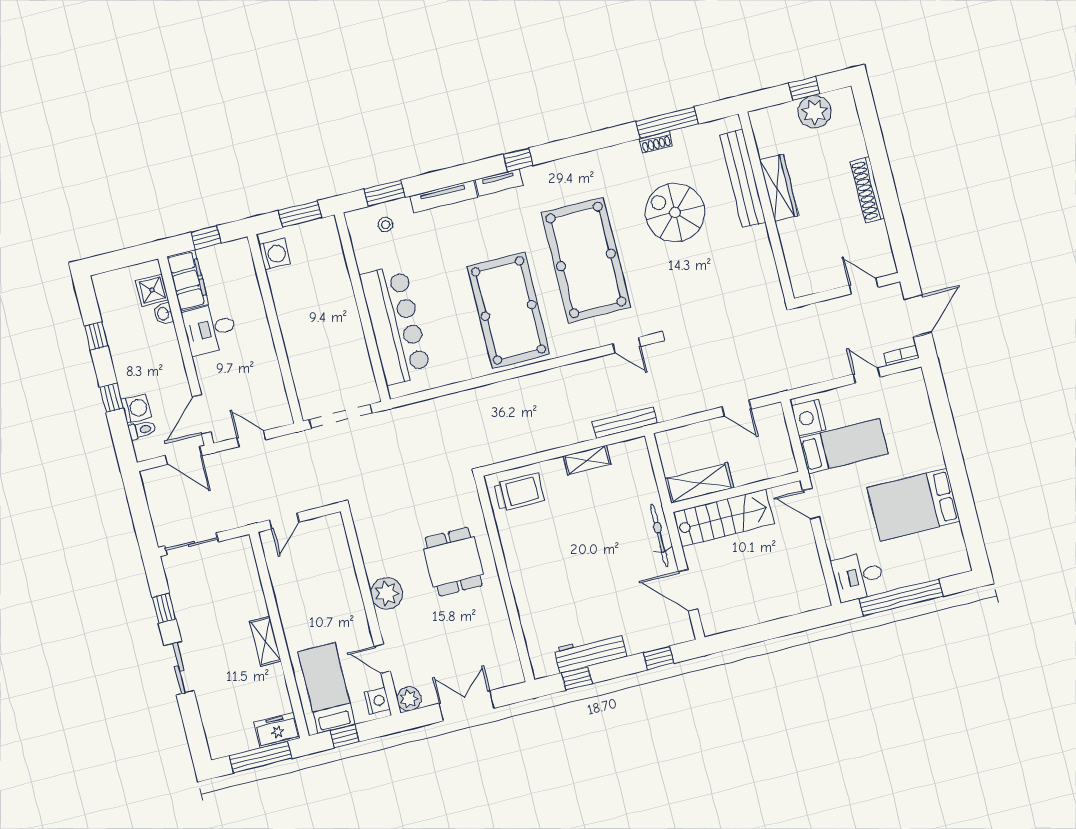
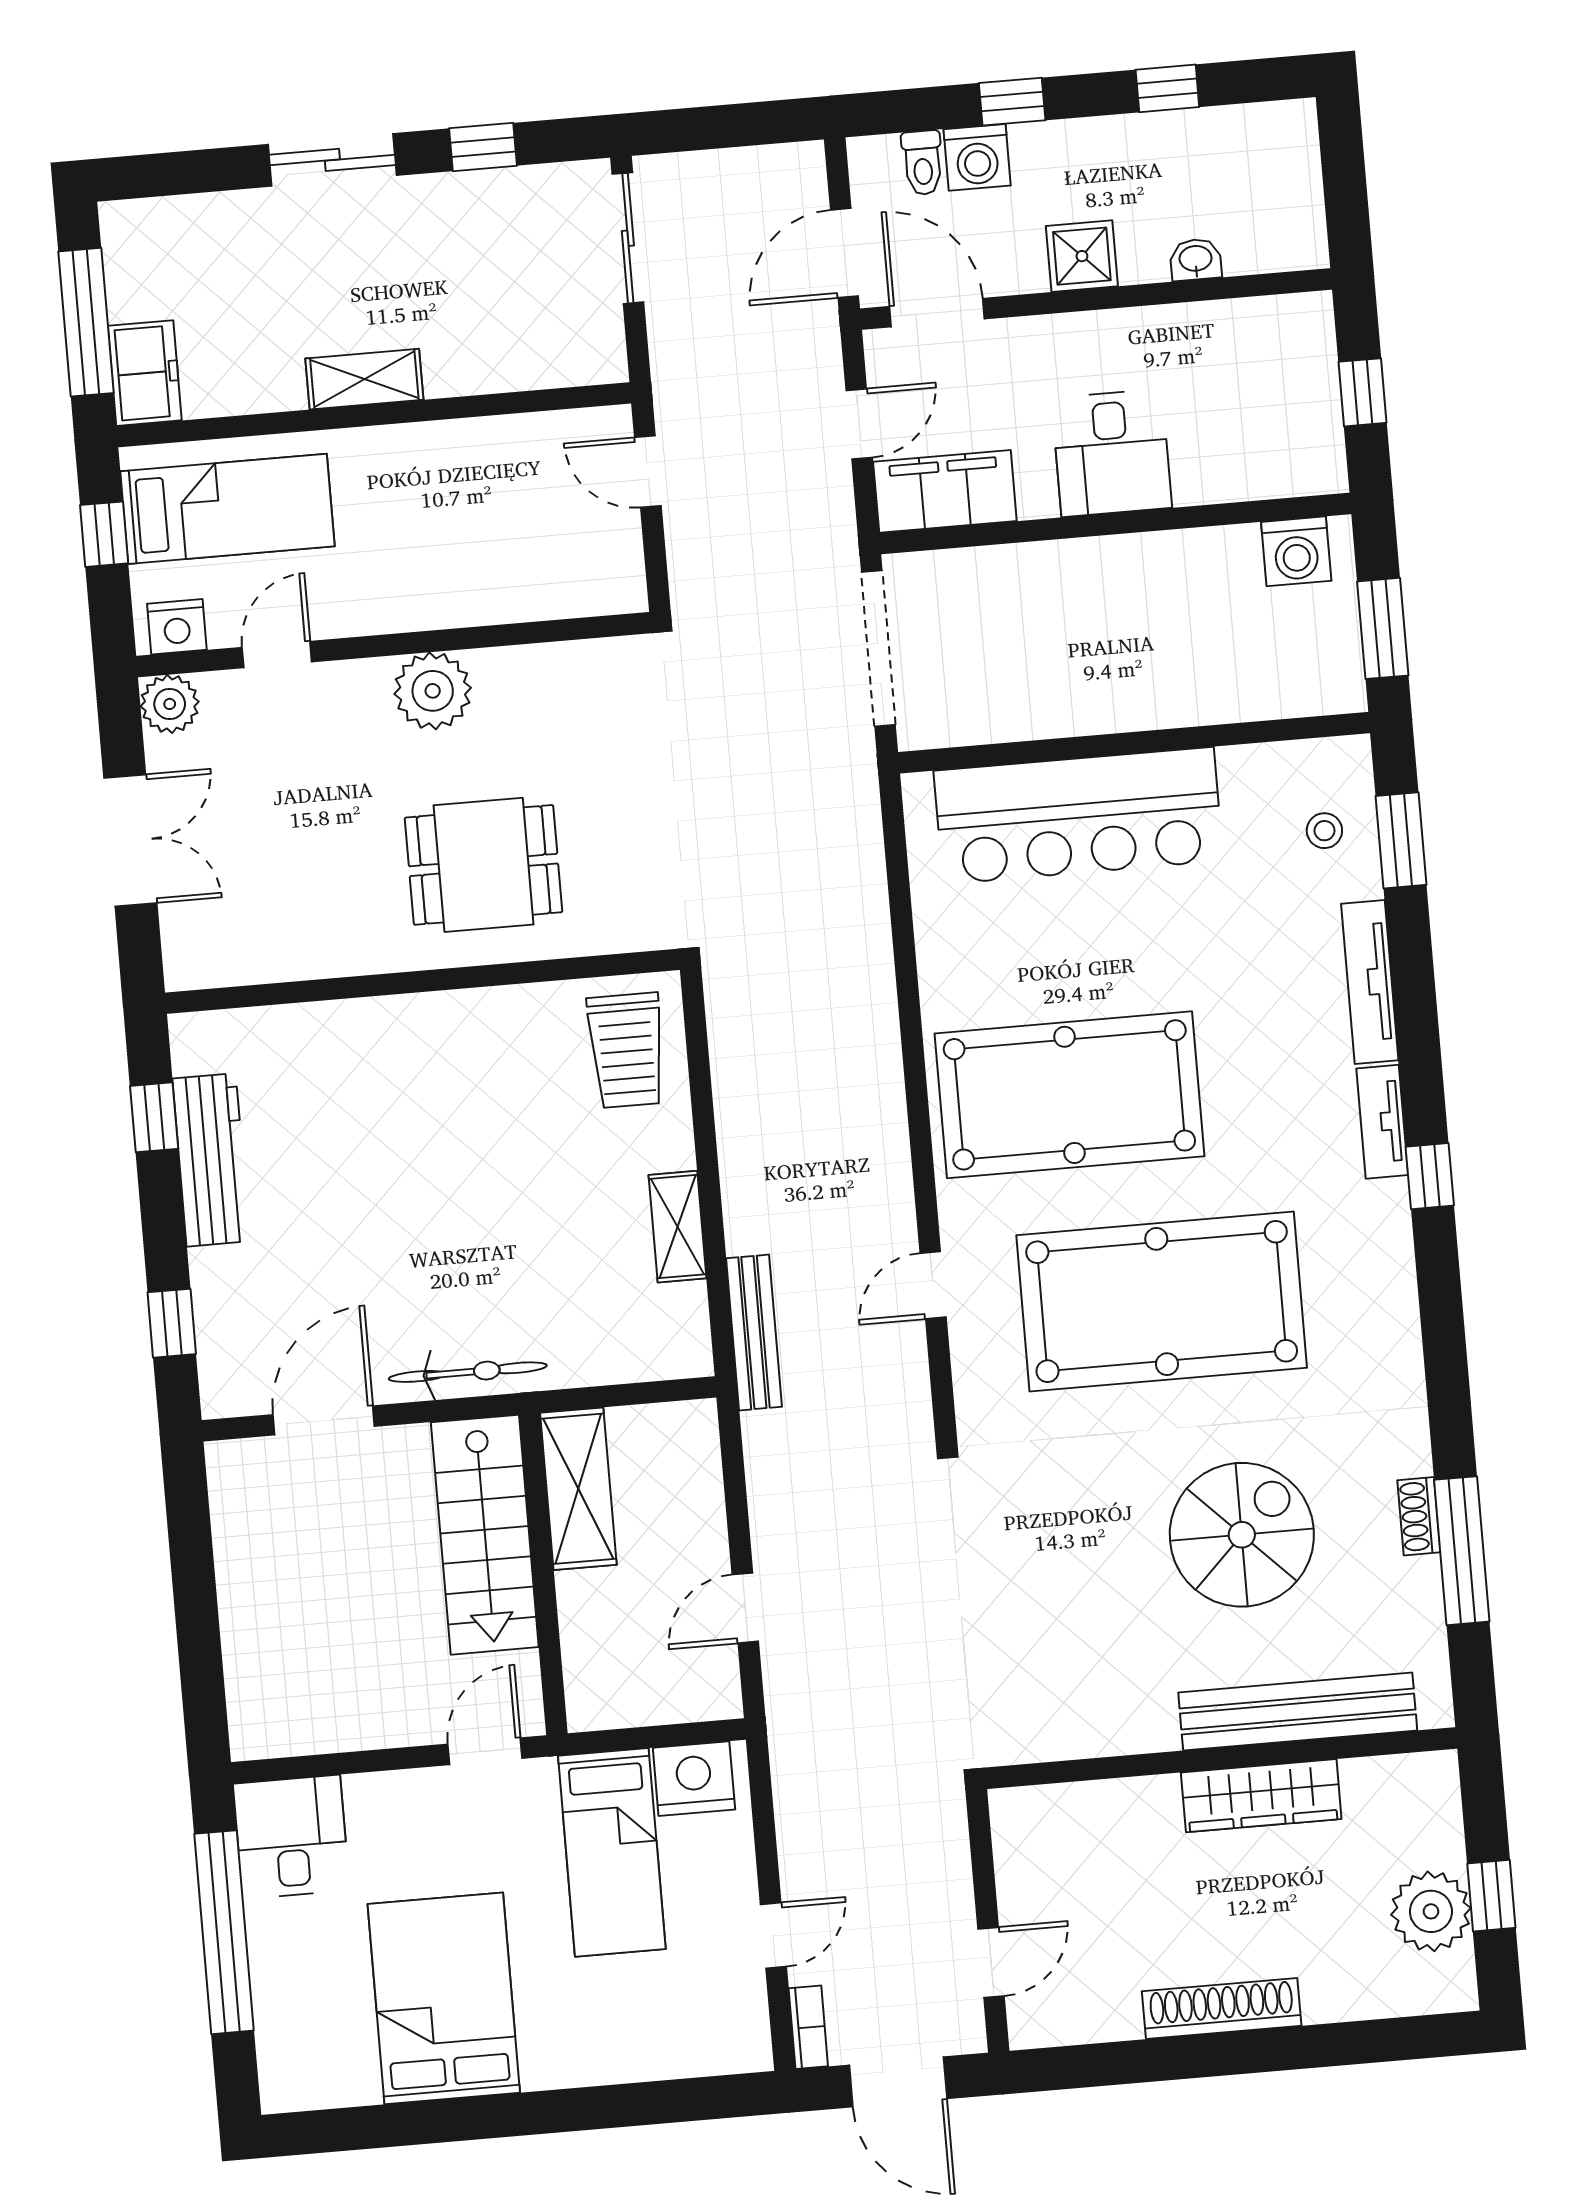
filing cabinet: (188, 280) -> (945, 491), moved, turned 180
shower: (152, 290) -> (1082, 256), moved
desk: (210, 329) -> (1112, 453), moved, turned 180
door: (627, 345) -> (933, 1285), moved

